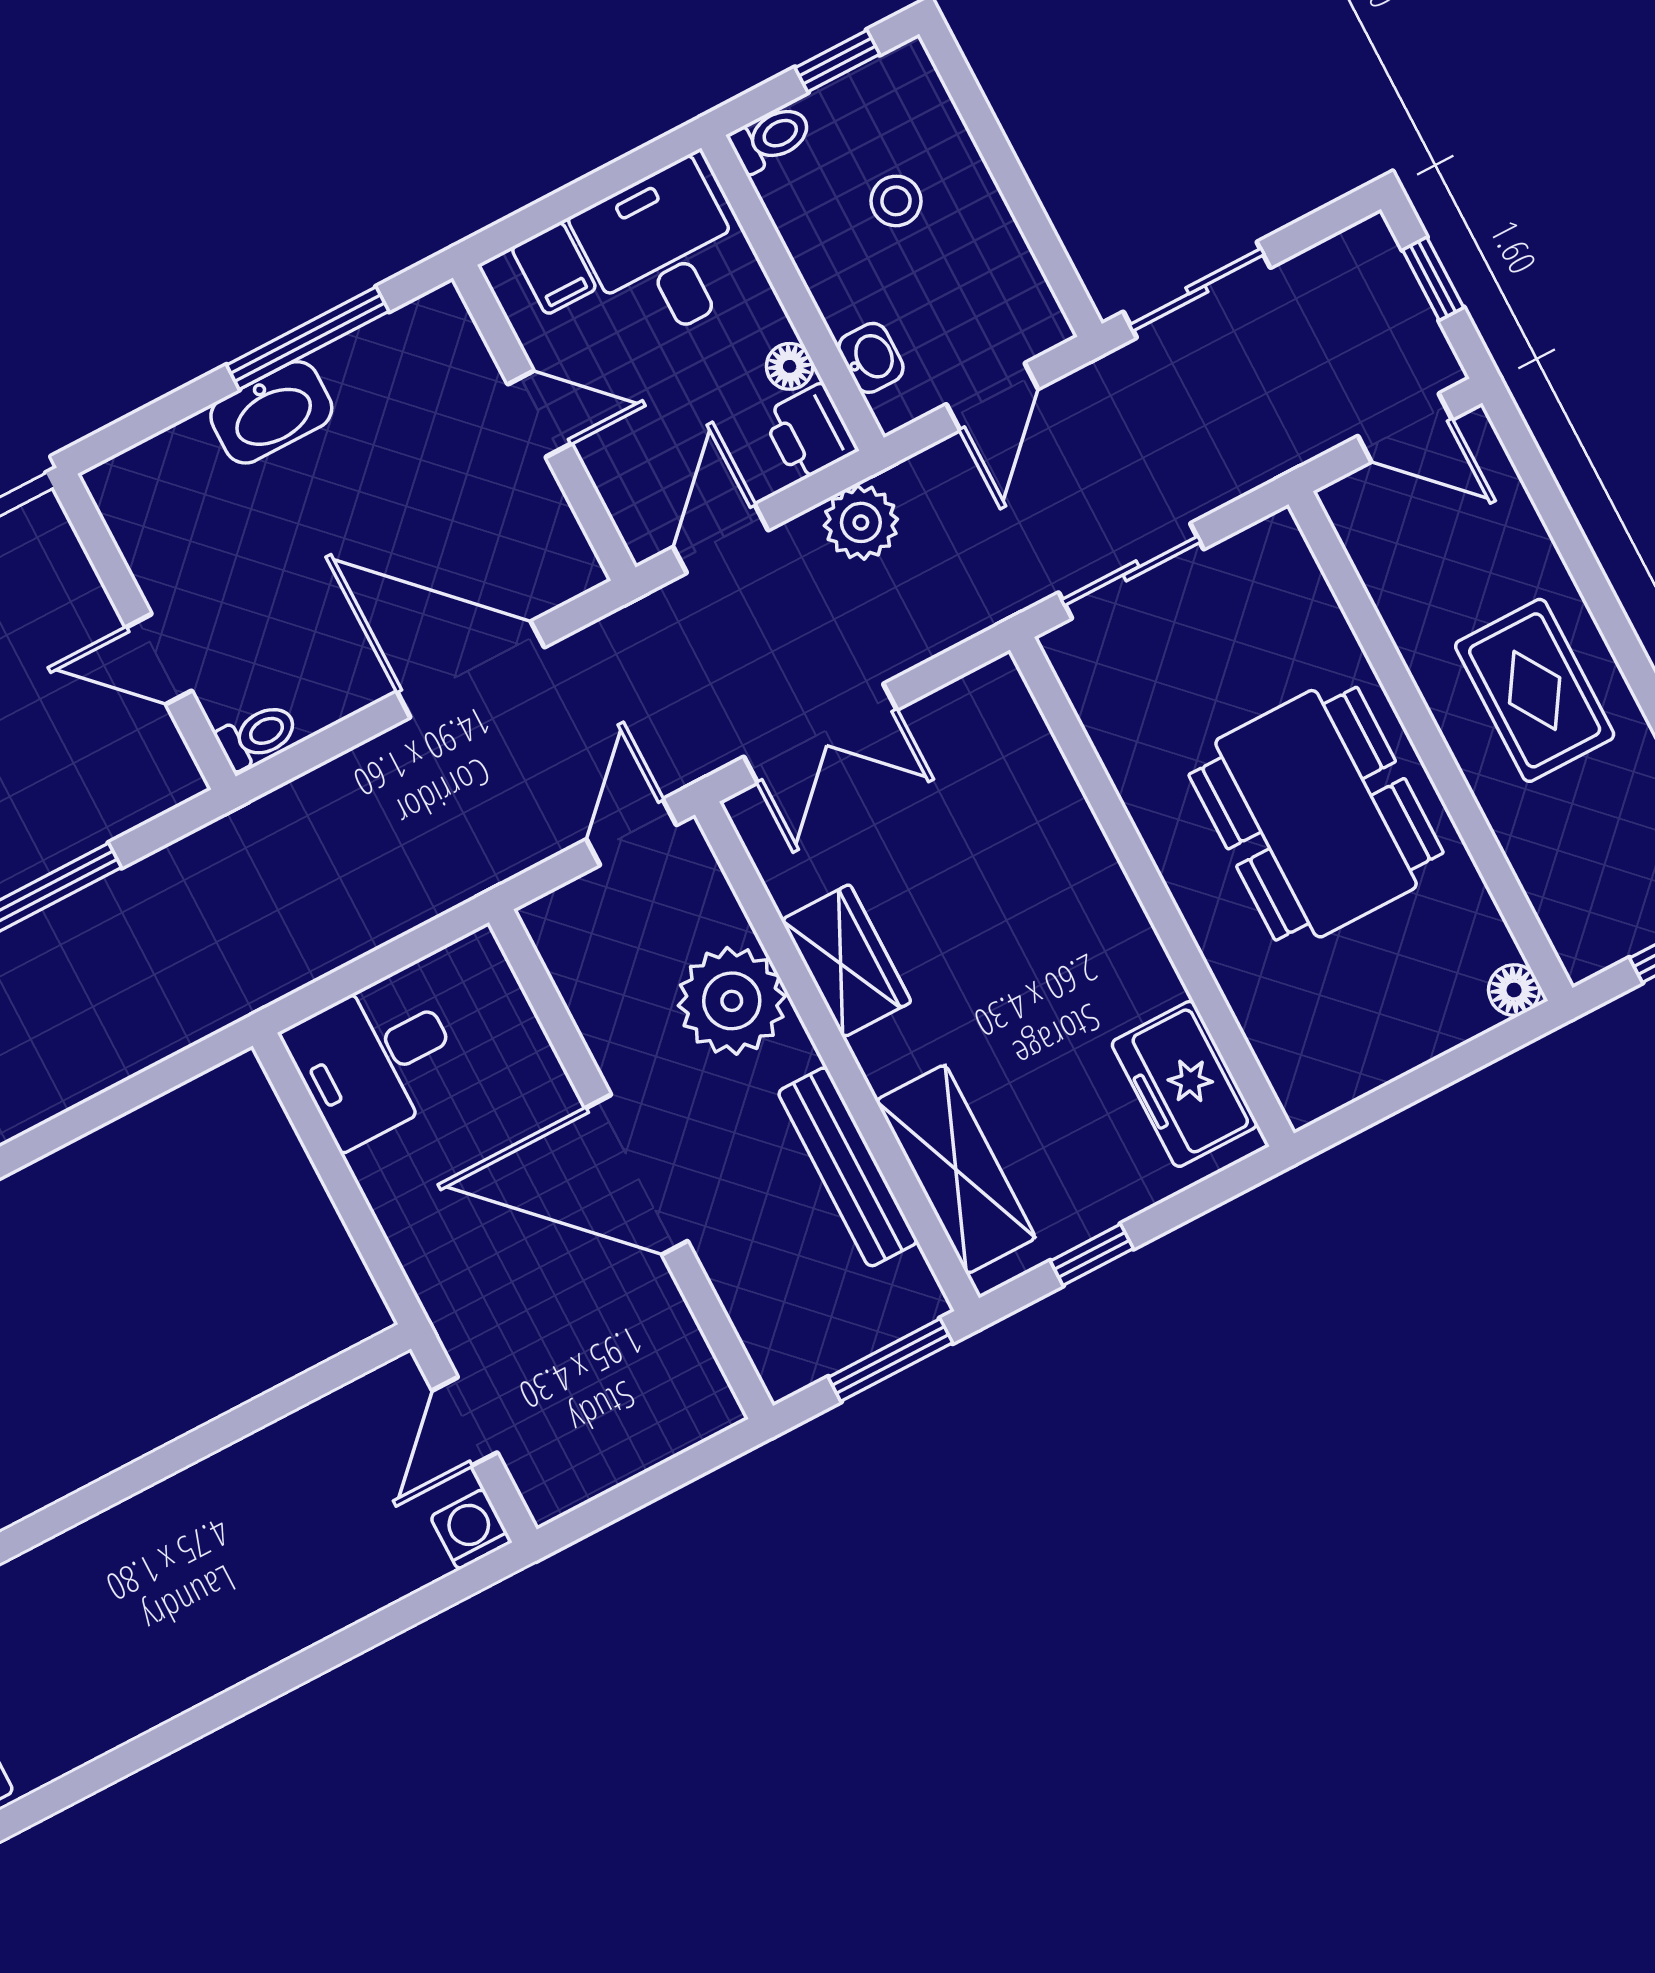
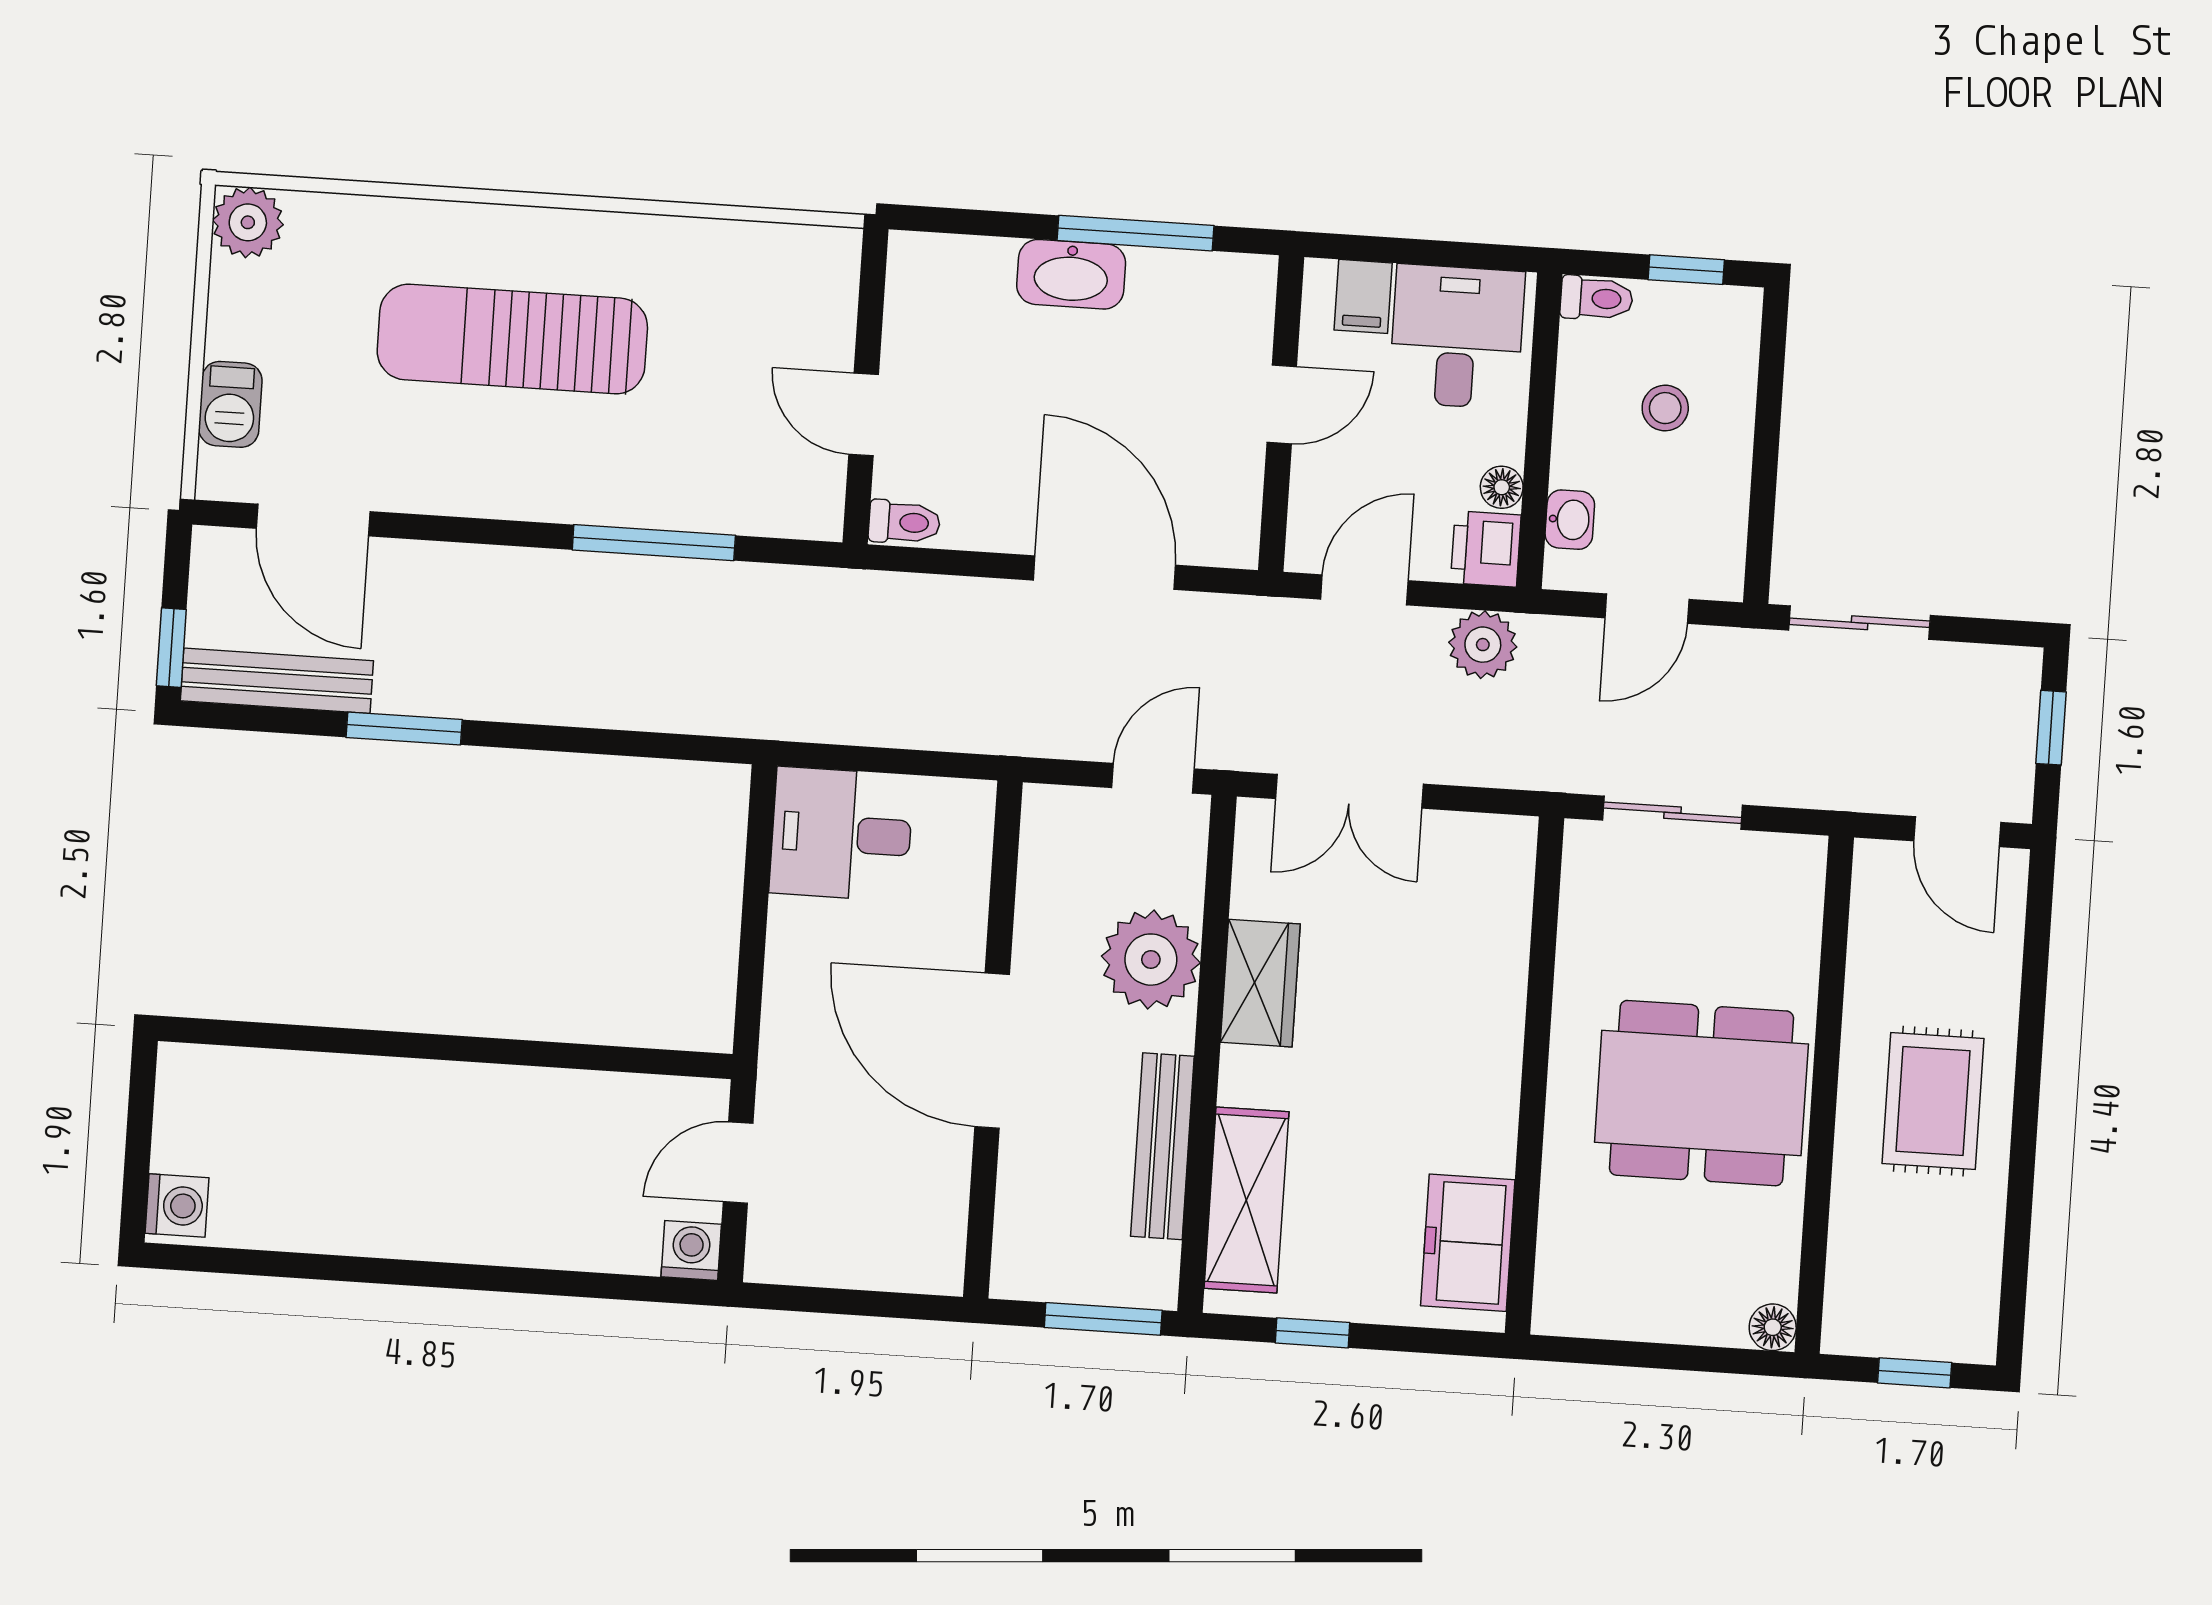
door: (540, 414) -> (1282, 404), hinge flipped
dining table: (1316, 814) -> (1701, 1093), turned 90

